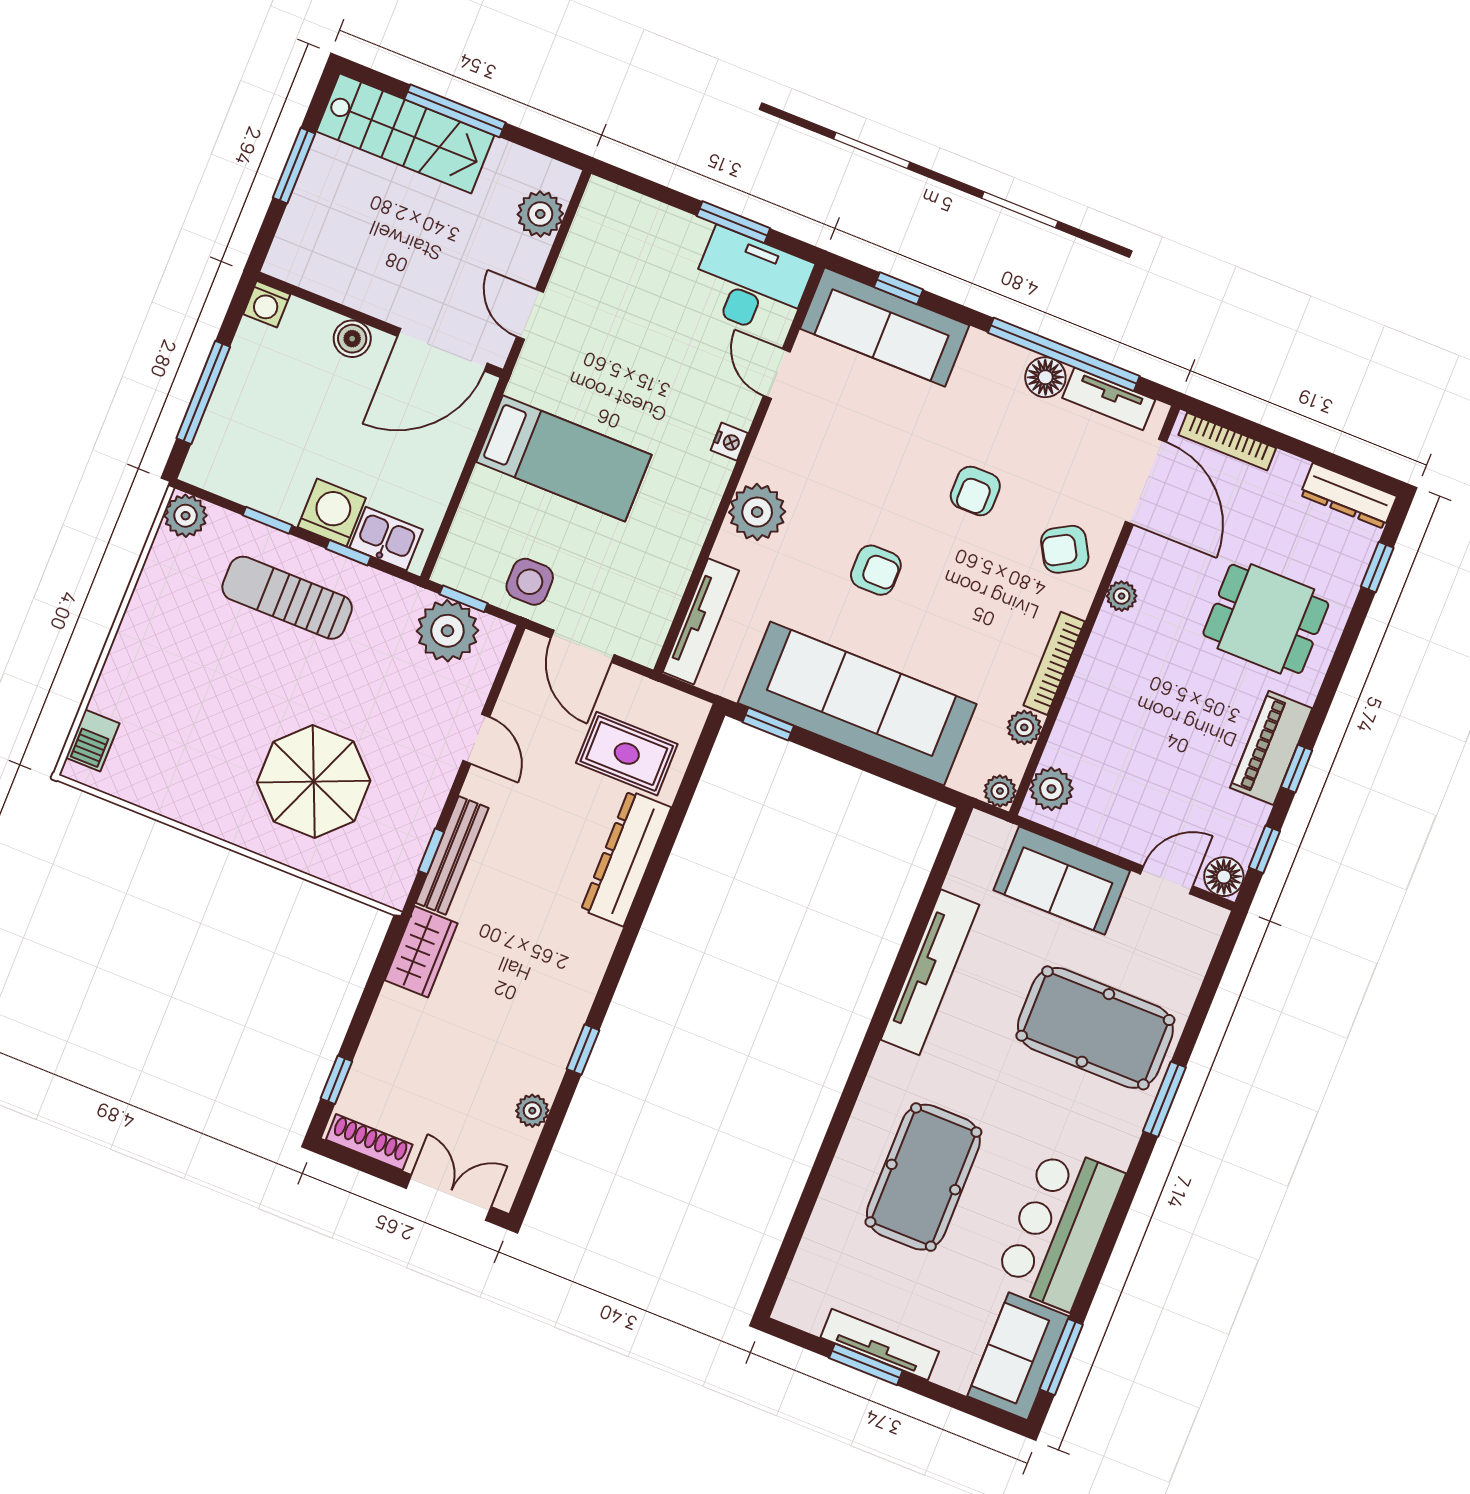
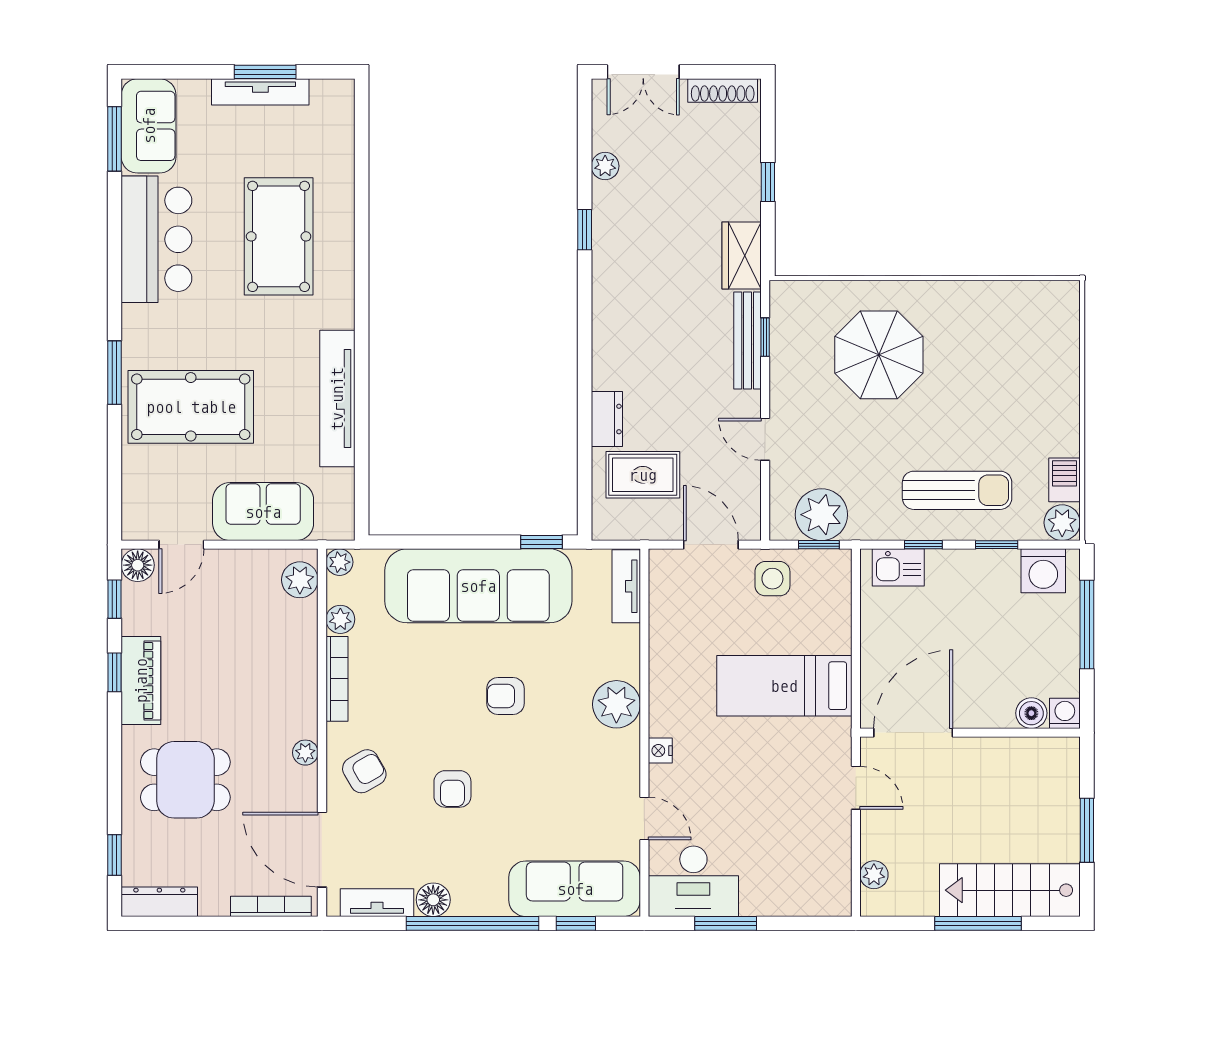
plant: (540, 214) -> (874, 875), width x0.73, depth x0.73
boiler: (352, 339) -> (1031, 713), moved
window: (1064, 354) -> (473, 923), moved
armchair: (975, 491) -> (452, 789), turned 180
washing machine: (332, 513) -> (1043, 571), moved
tv unit: (701, 621) -> (626, 586), width x0.71
barbecue: (93, 741) -> (1064, 480), moved
dresser: (626, 859) -> (607, 419), width x0.51, depth x0.80
window: (336, 1080) -> (768, 182), moved

